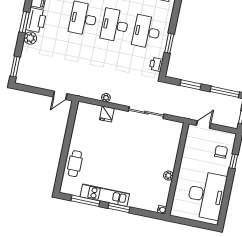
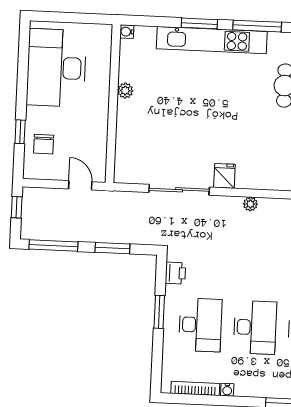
fridge: (107, 114) -> (224, 176), moved
door: (203, 124) -> (80, 185), swing flipped
kitchen unit: (105, 195) -> (212, 40), width x1.36

